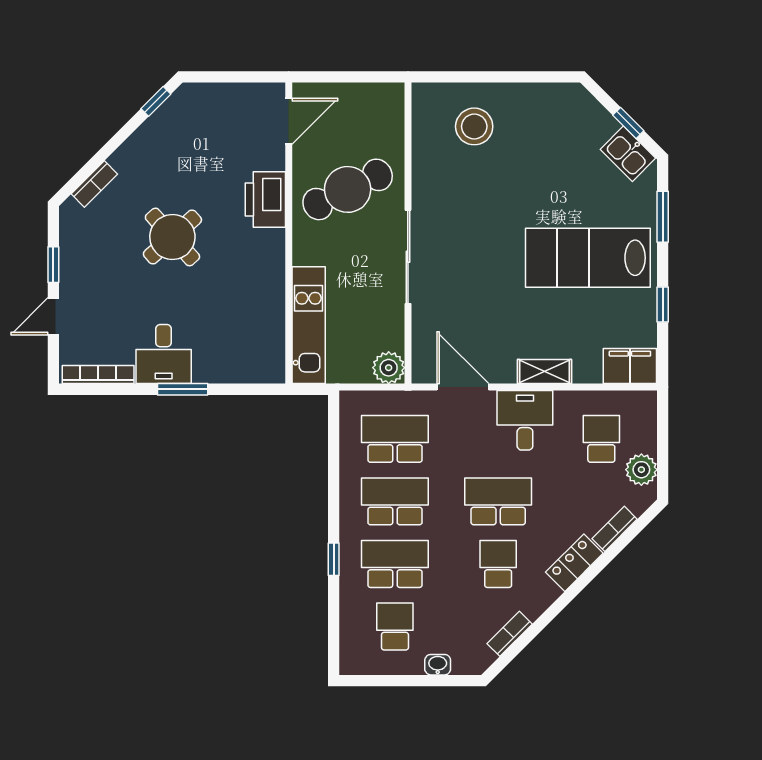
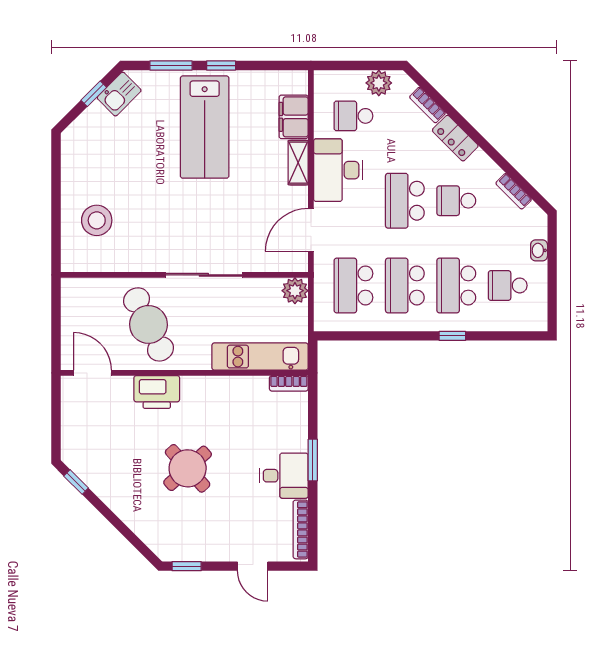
bookcase: (94, 184) -> (289, 383), moved, turned 135
window: (53, 265) -> (187, 566), moved
window: (663, 304) -> (221, 66), moved
filing cabinet: (630, 366) -> (294, 117), moved
desk: (525, 420) -> (338, 170), width x1.37

